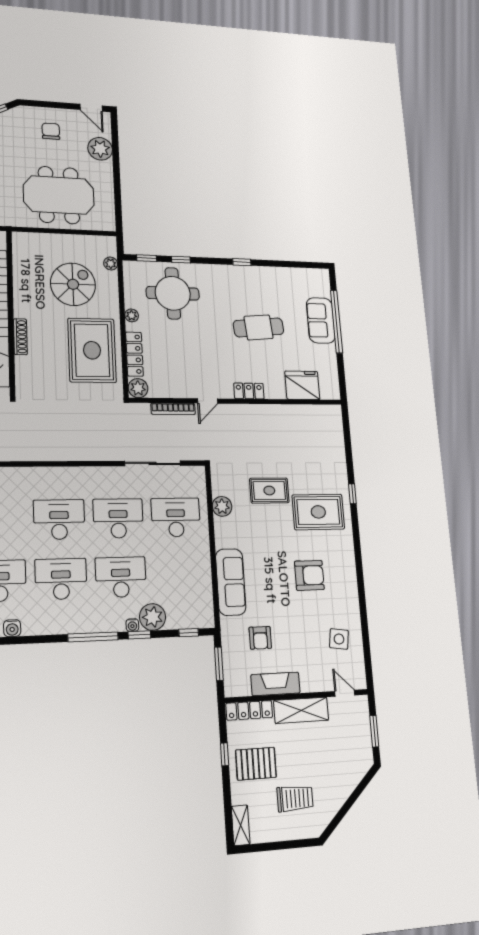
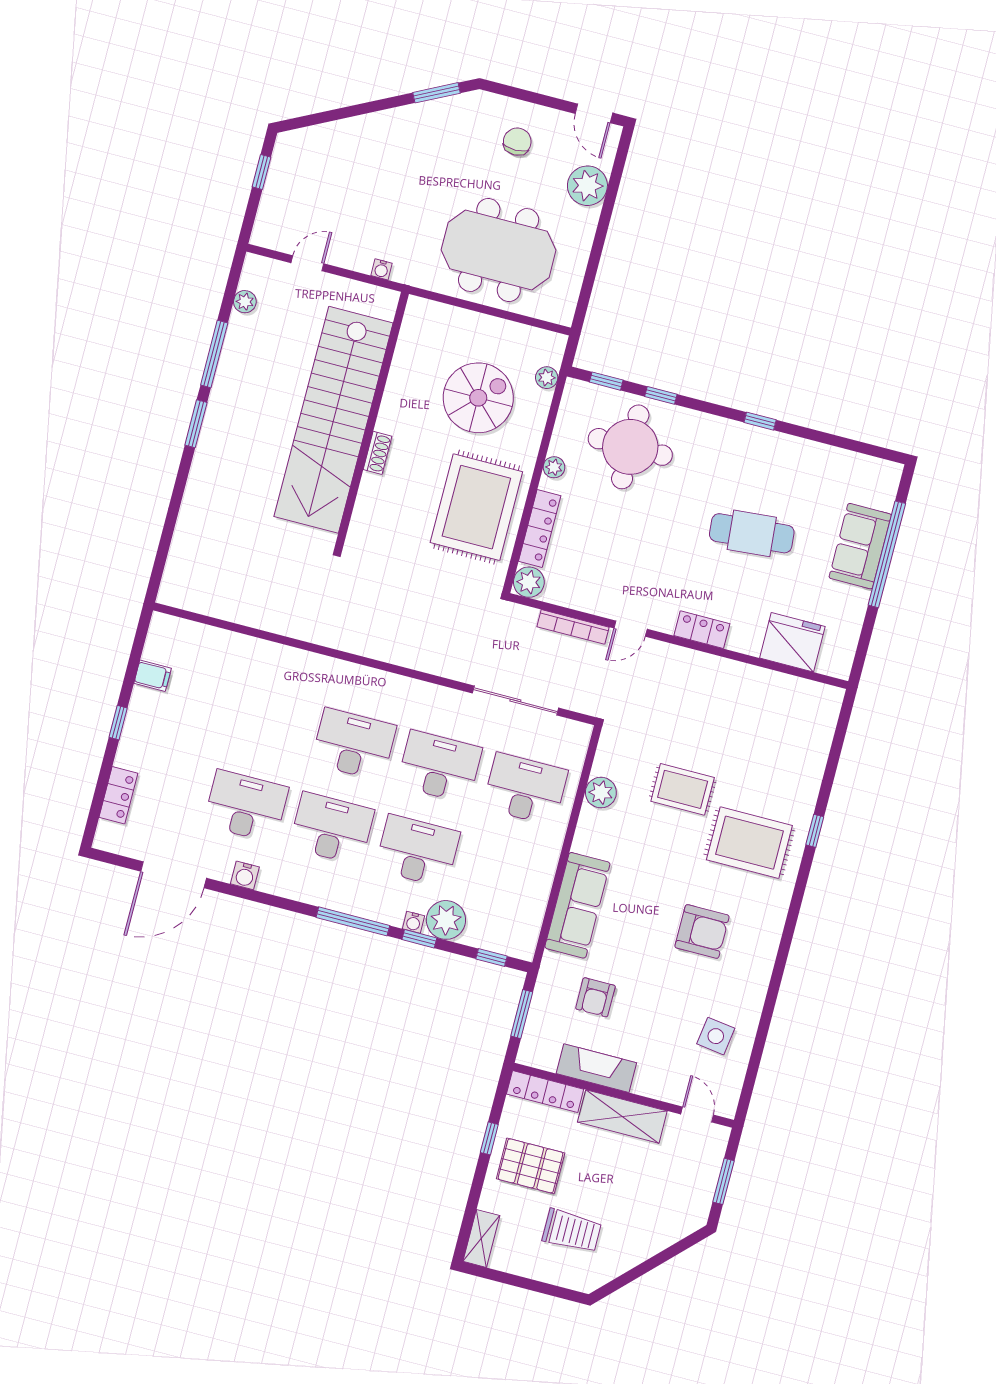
shoe rack: (20, 337) -> (378, 453), width x0.70

